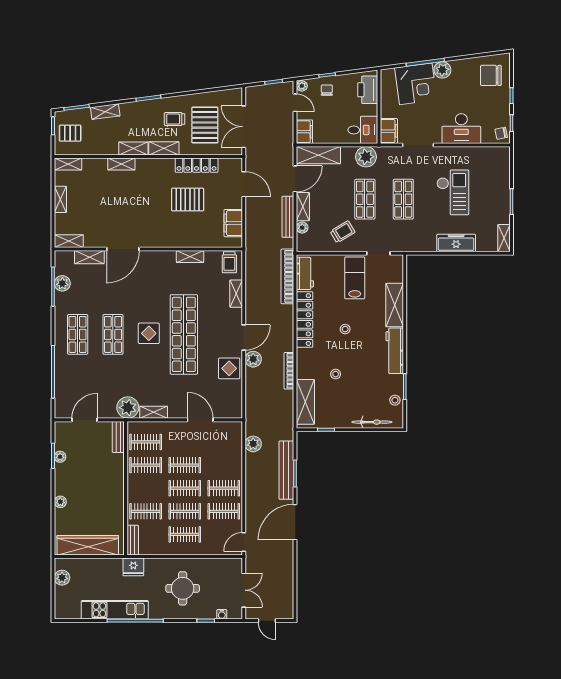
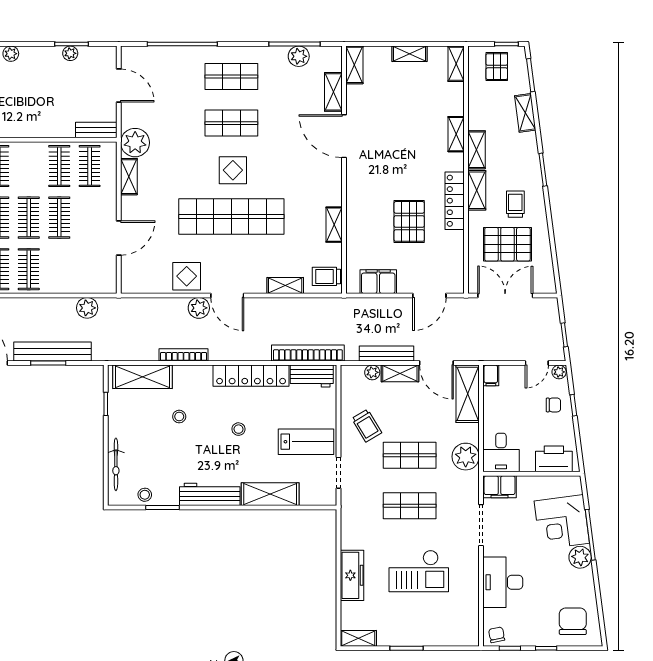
filing cabinet: (304, 132) -> (491, 375), width x0.50
locker: (197, 165) -> (455, 201), moved

